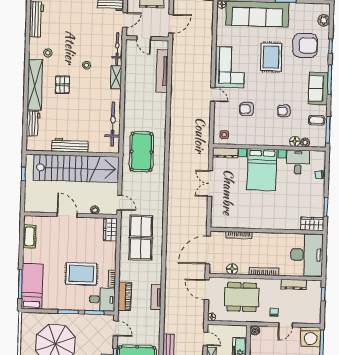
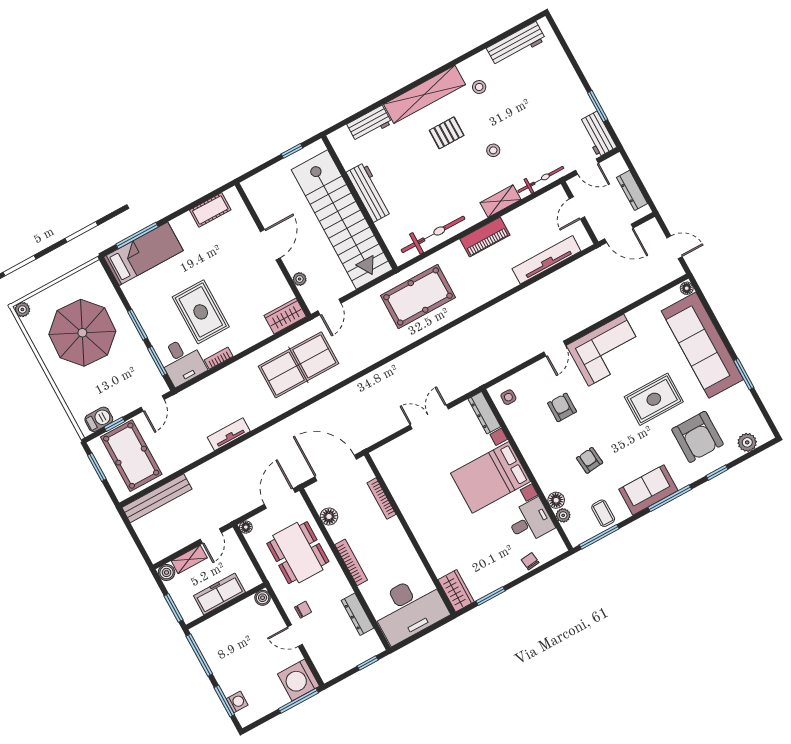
piano: (125, 297) -> (485, 237), moved

